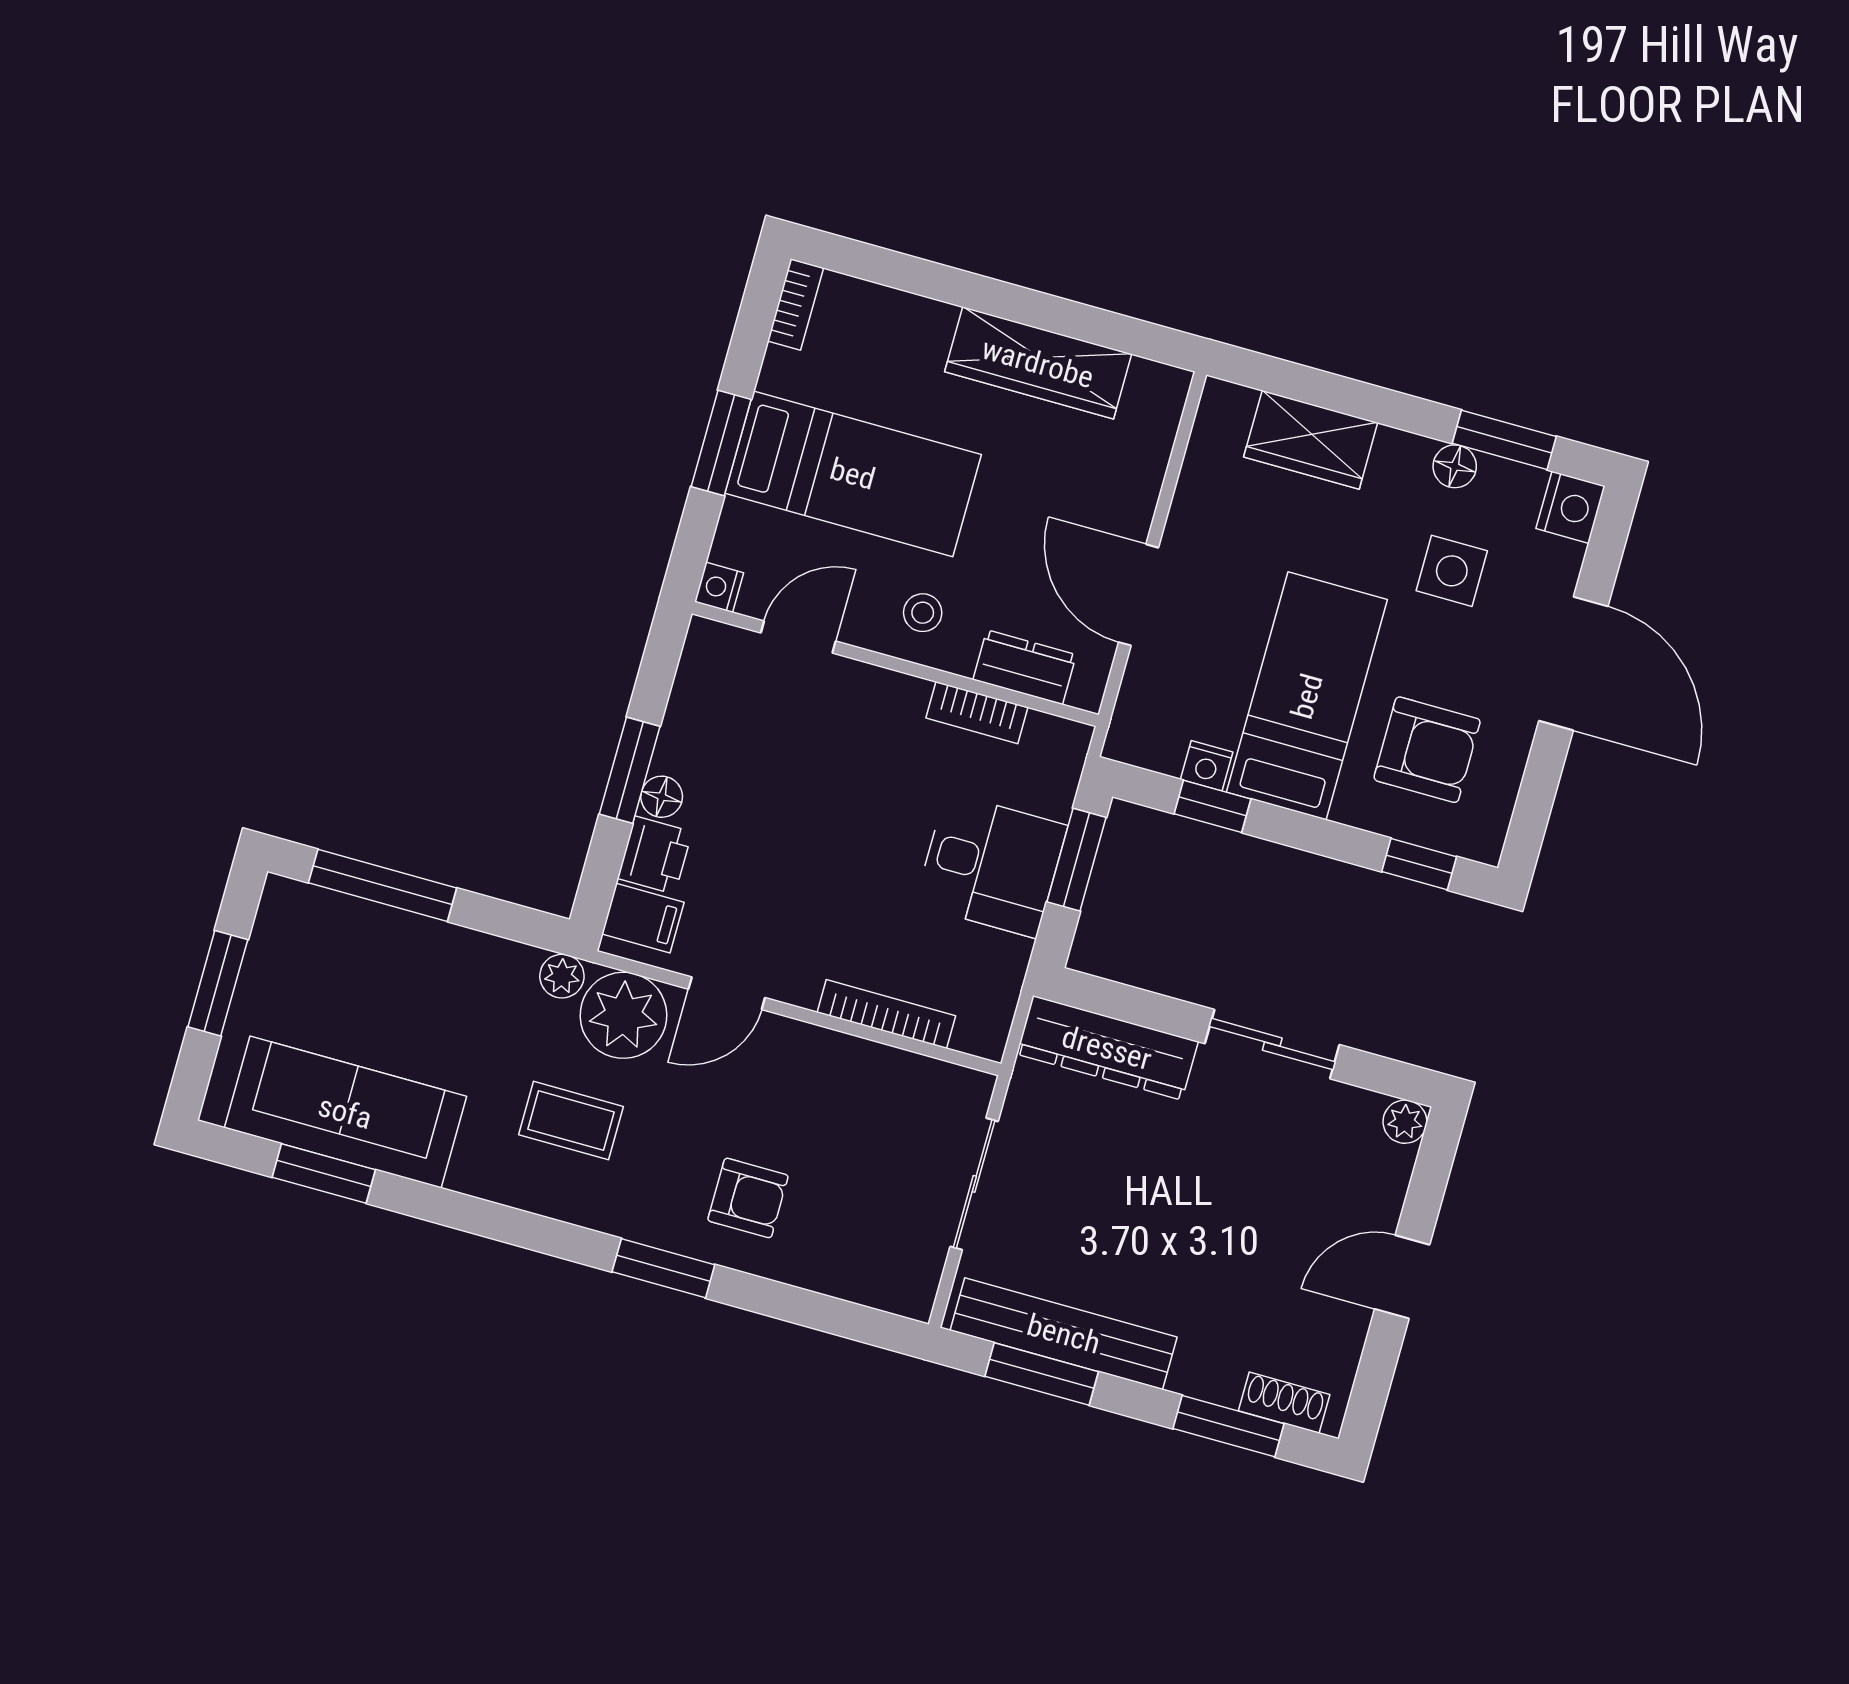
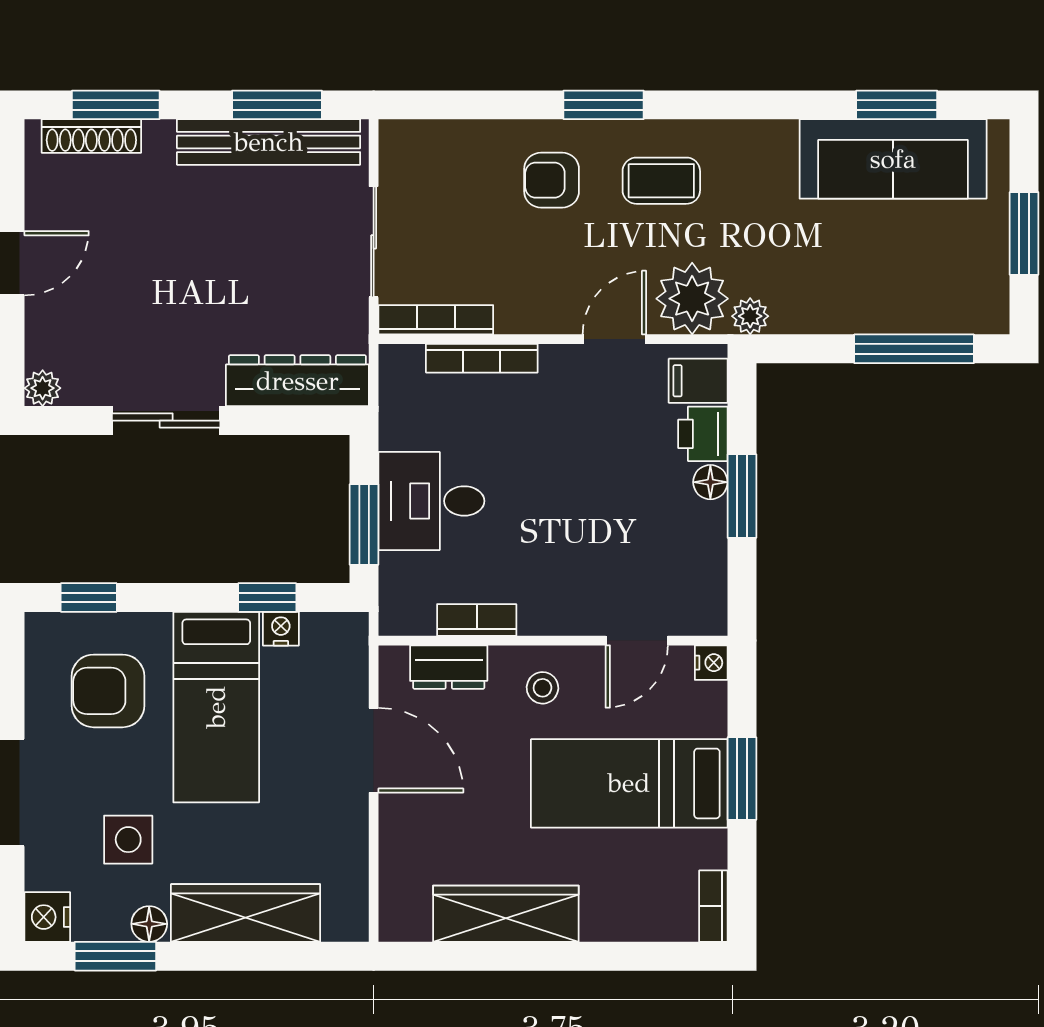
wardrobe: (1311, 440) -> (246, 913), width x1.50
bookcase: (927, 1074) -> (436, 320), added
coffee table: (571, 1121) -> (661, 181), moved
shoe rack: (1284, 1403) -> (91, 136), width x1.43

